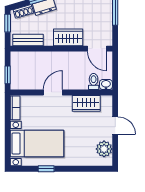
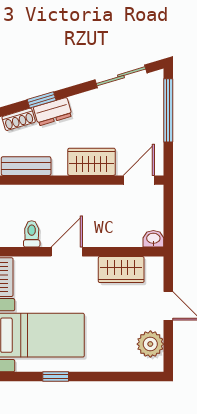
door: (97, 49) -> (139, 180), swing flipped
toilet: (94, 81) -> (32, 234), moved

